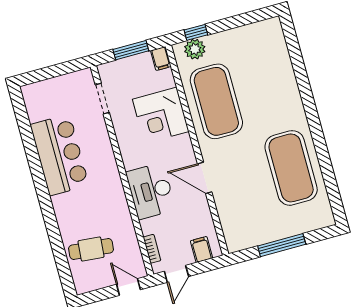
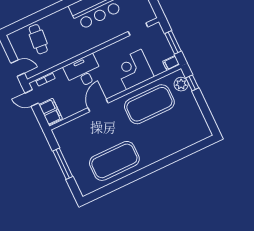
filing cabinet: (202, 249) -> (51, 112), width x2.00
door: (128, 287) -> (18, 68), hinge flipped

